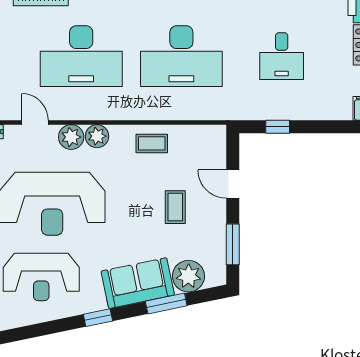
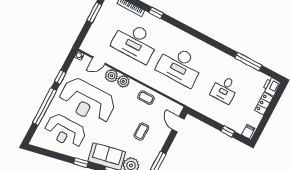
door: (35, 122) -> (99, 61), swing flipped
window: (278, 127) -> (228, 131), moved
door: (233, 184) -> (178, 124), moved

